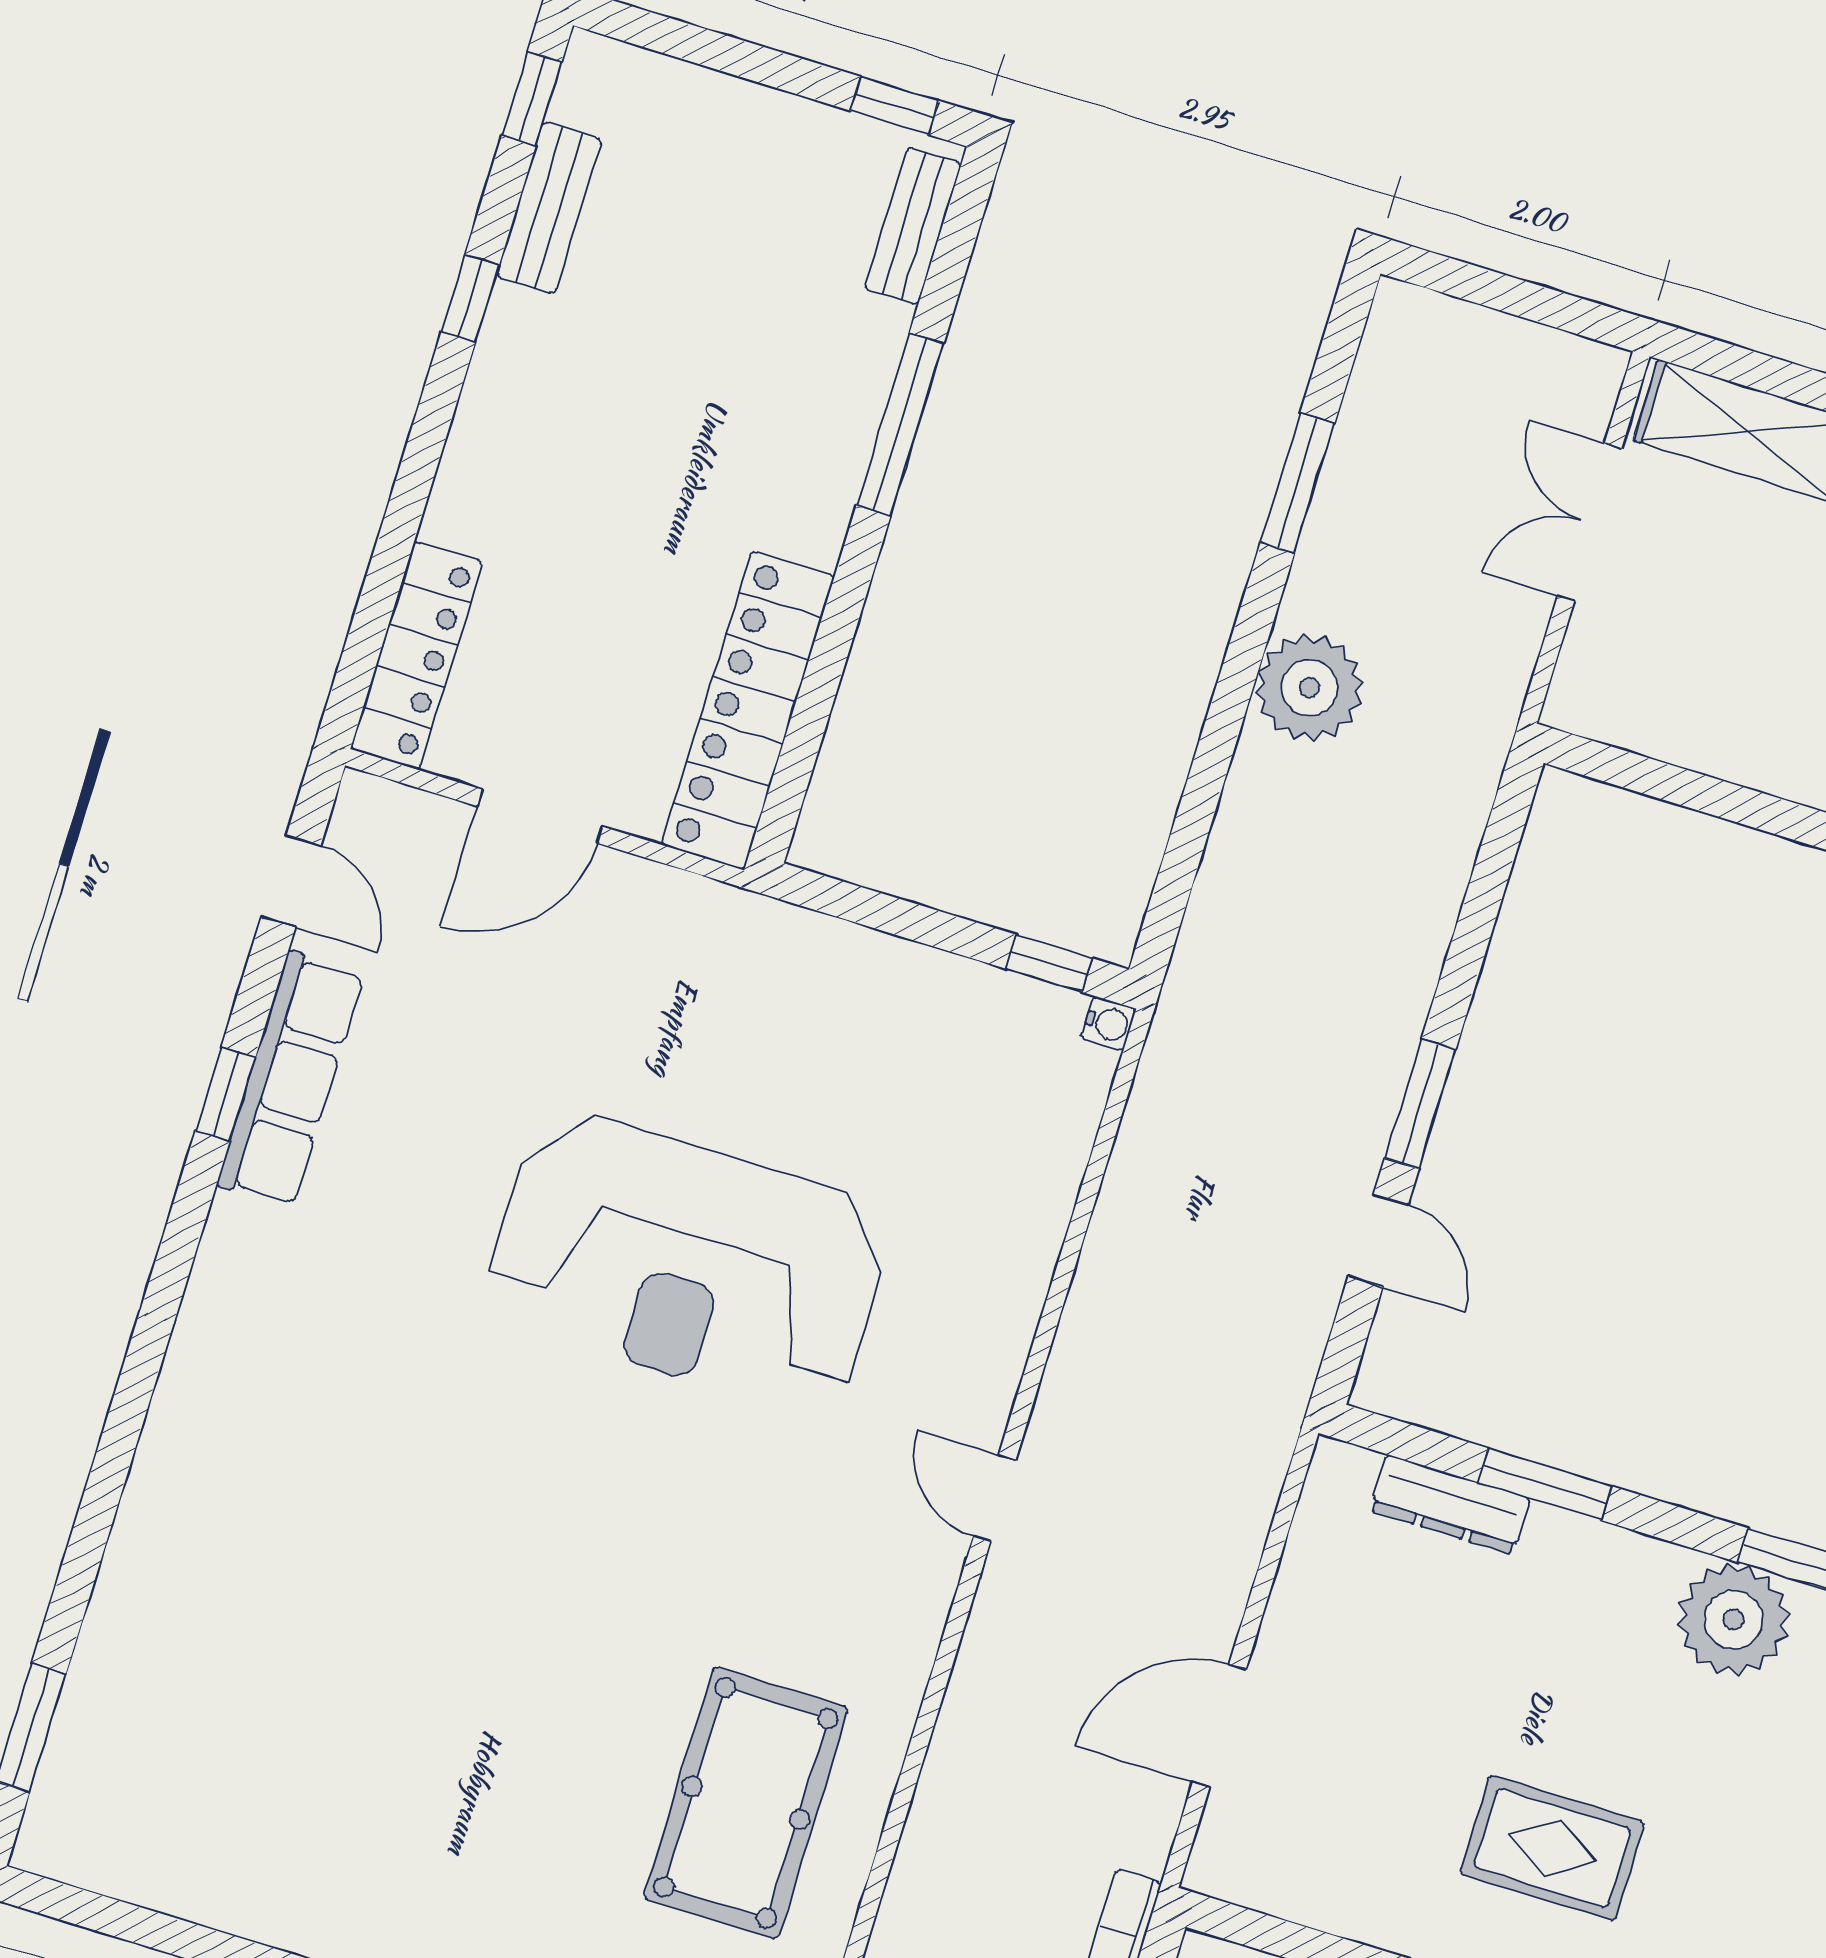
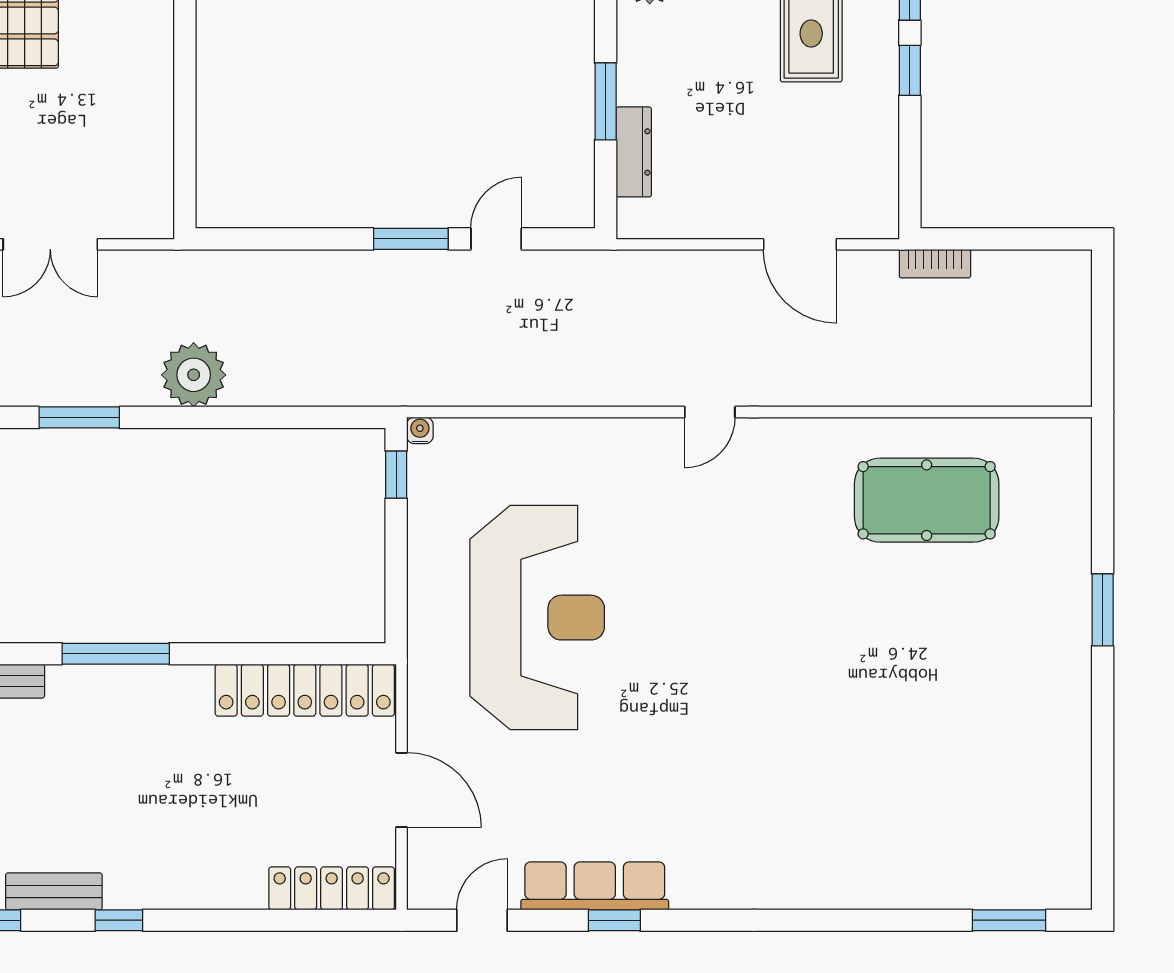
reception desk: (688, 1262) -> (537, 618), moved

